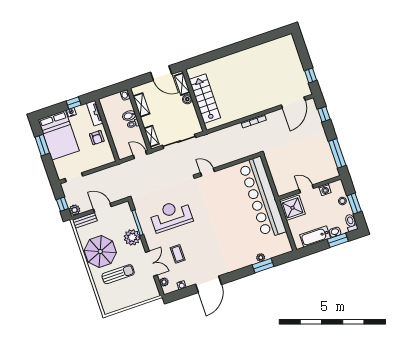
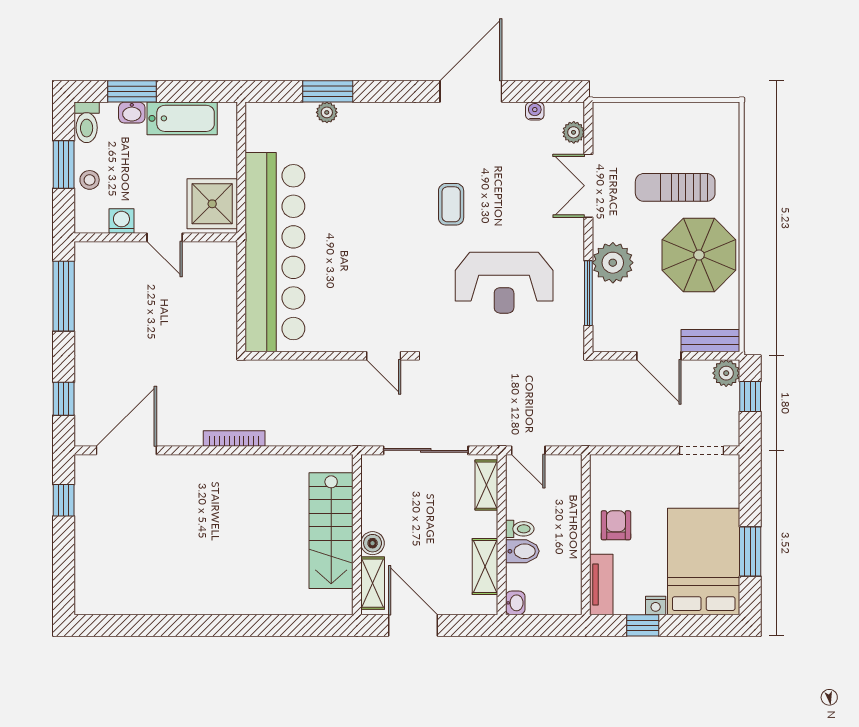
coffee table: (178, 254) -> (451, 204), moved

